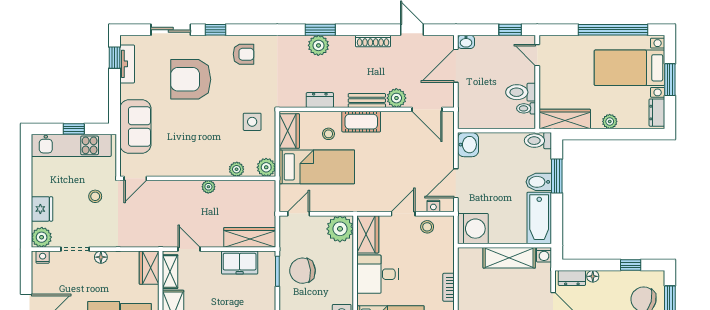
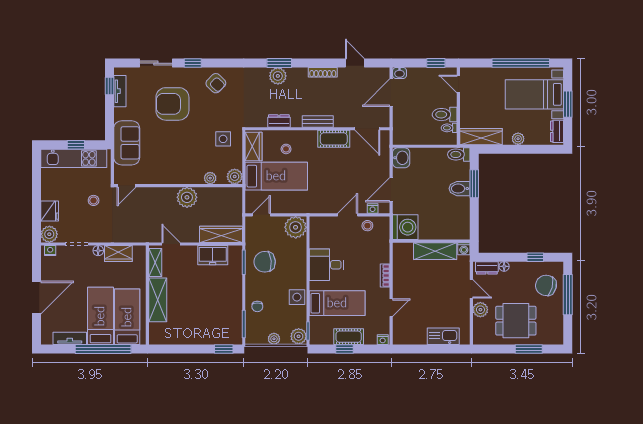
armchair: (243, 54) -> (216, 83), turned 44
plant: (396, 98) -> (342, 119), removed
cot: (361, 122) -> (334, 139), moved
plant: (208, 187) -> (187, 197), width x1.88, depth x1.88
bathtub: (539, 218) -> (460, 218), removed
wardrobe: (368, 234) -> (318, 232), removed
wardrobe: (149, 268) -> (118, 253), moved, turned -90

